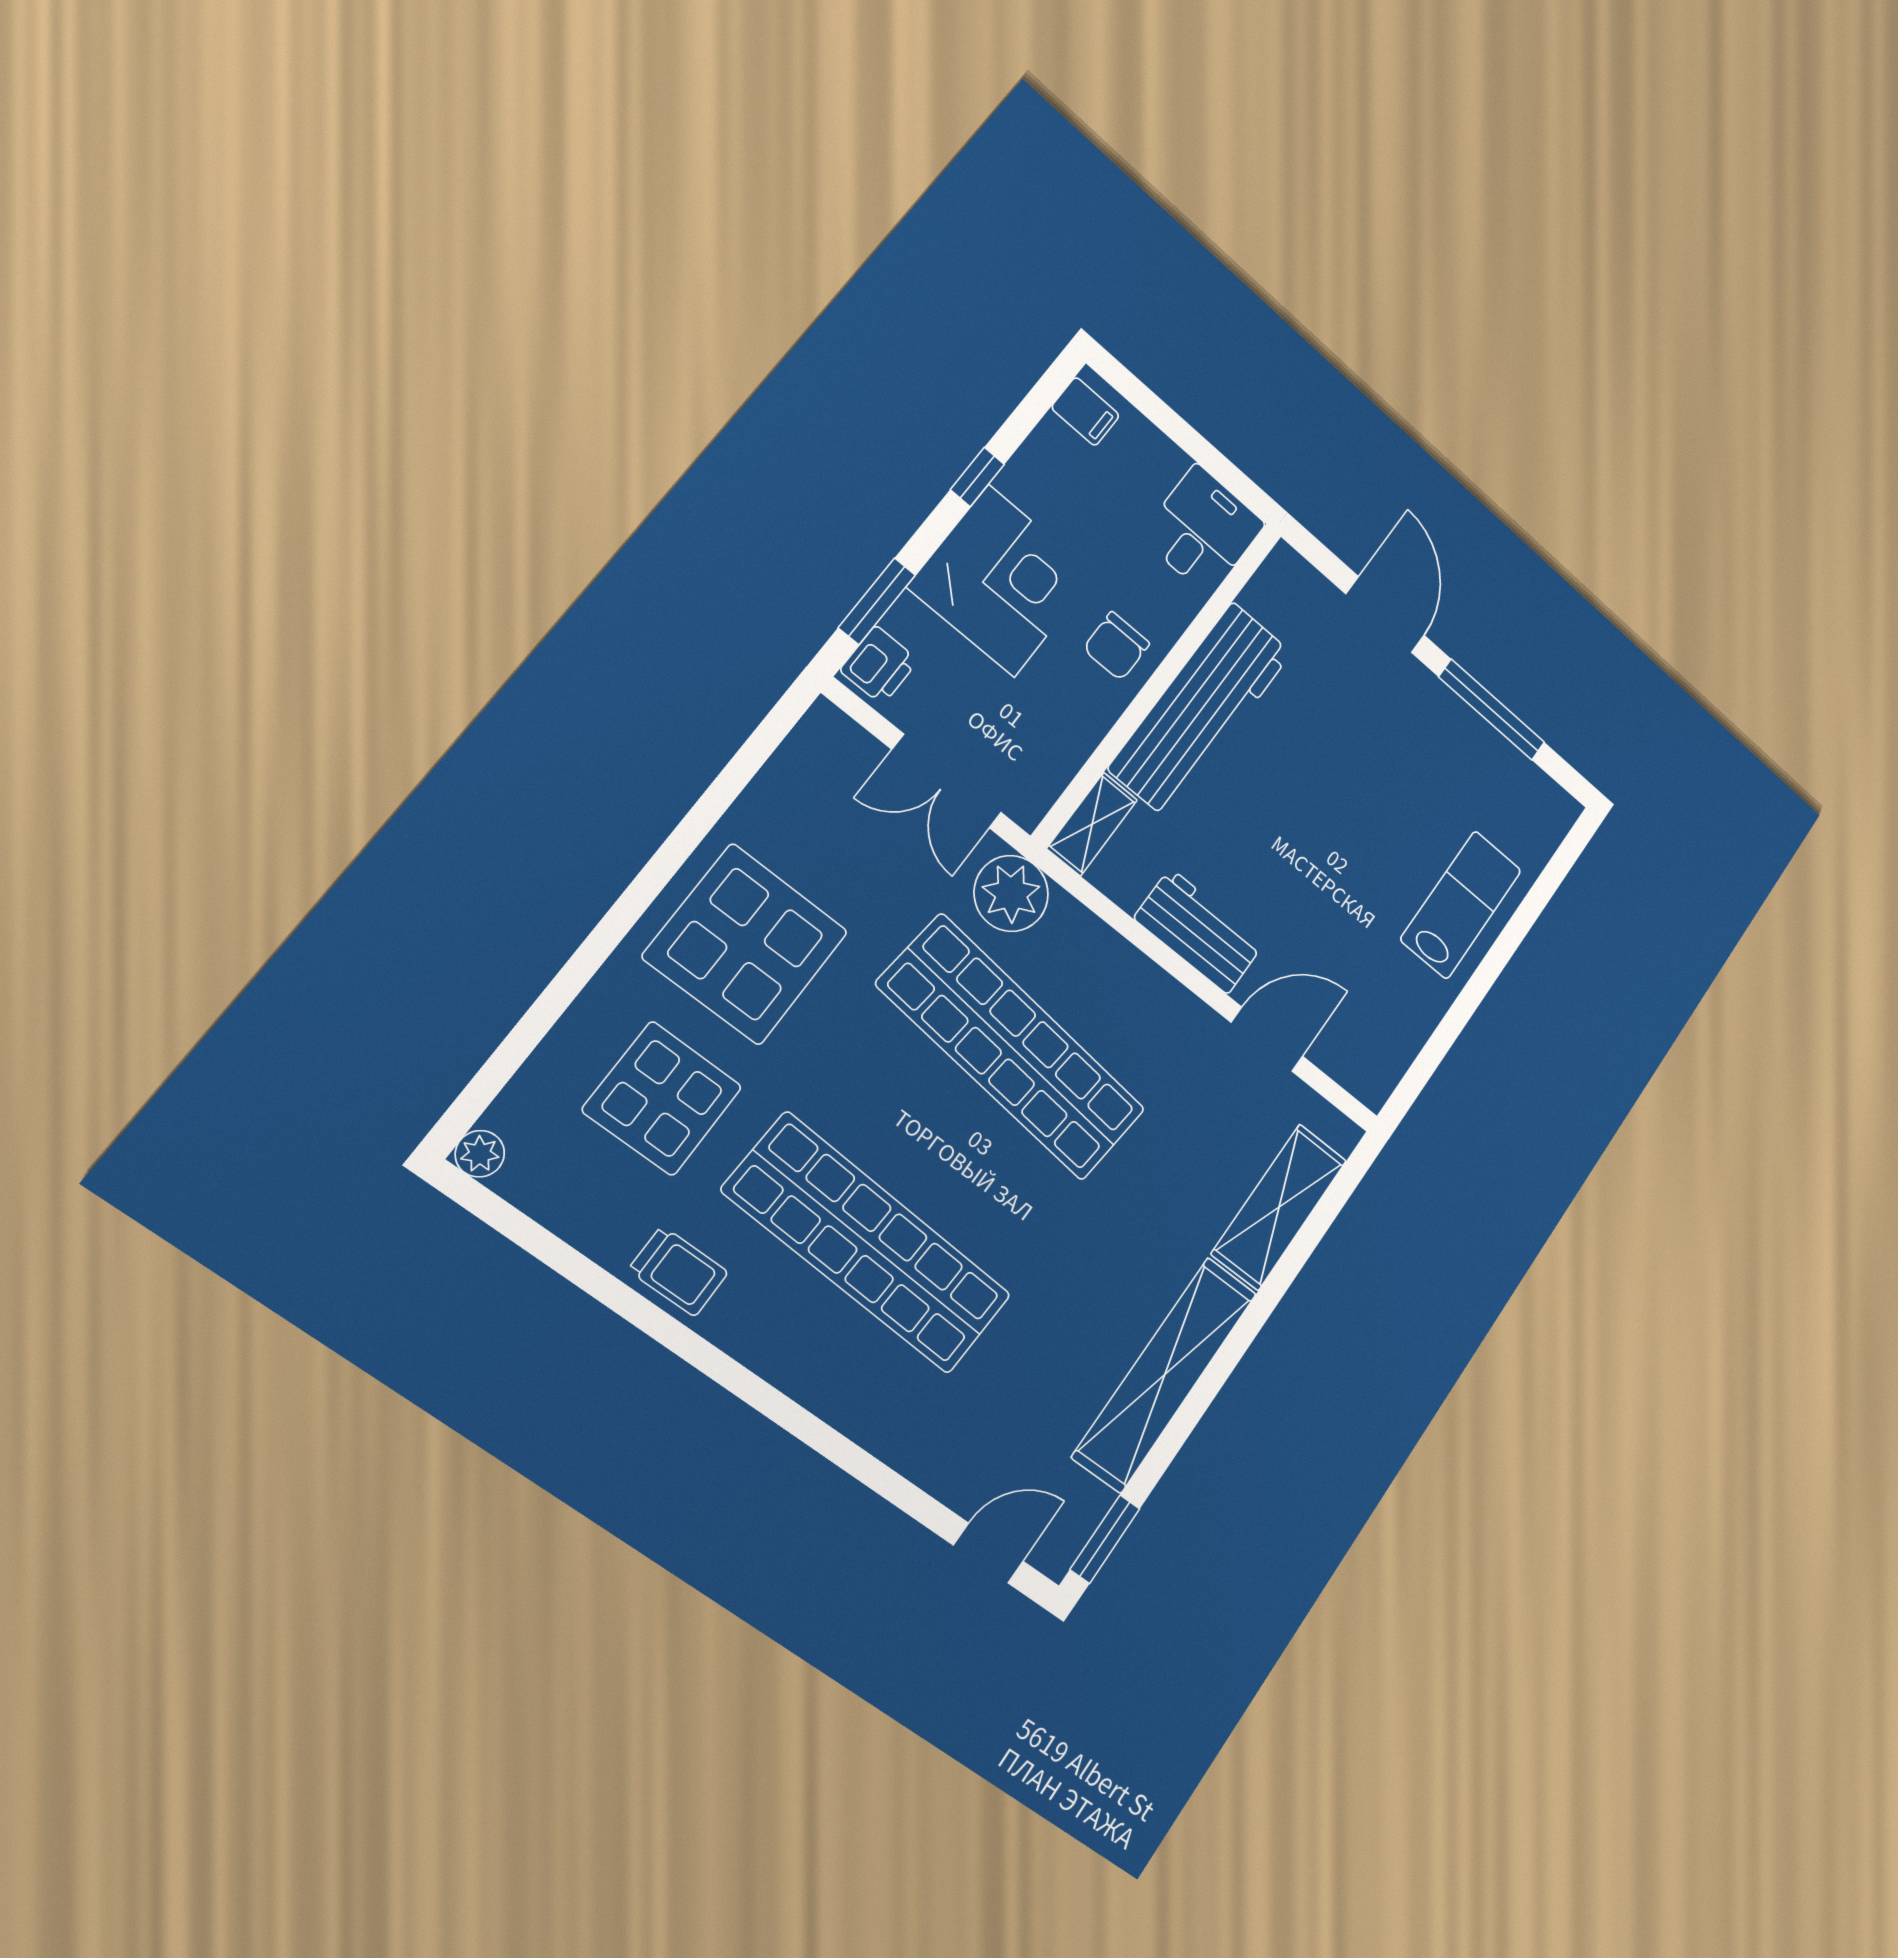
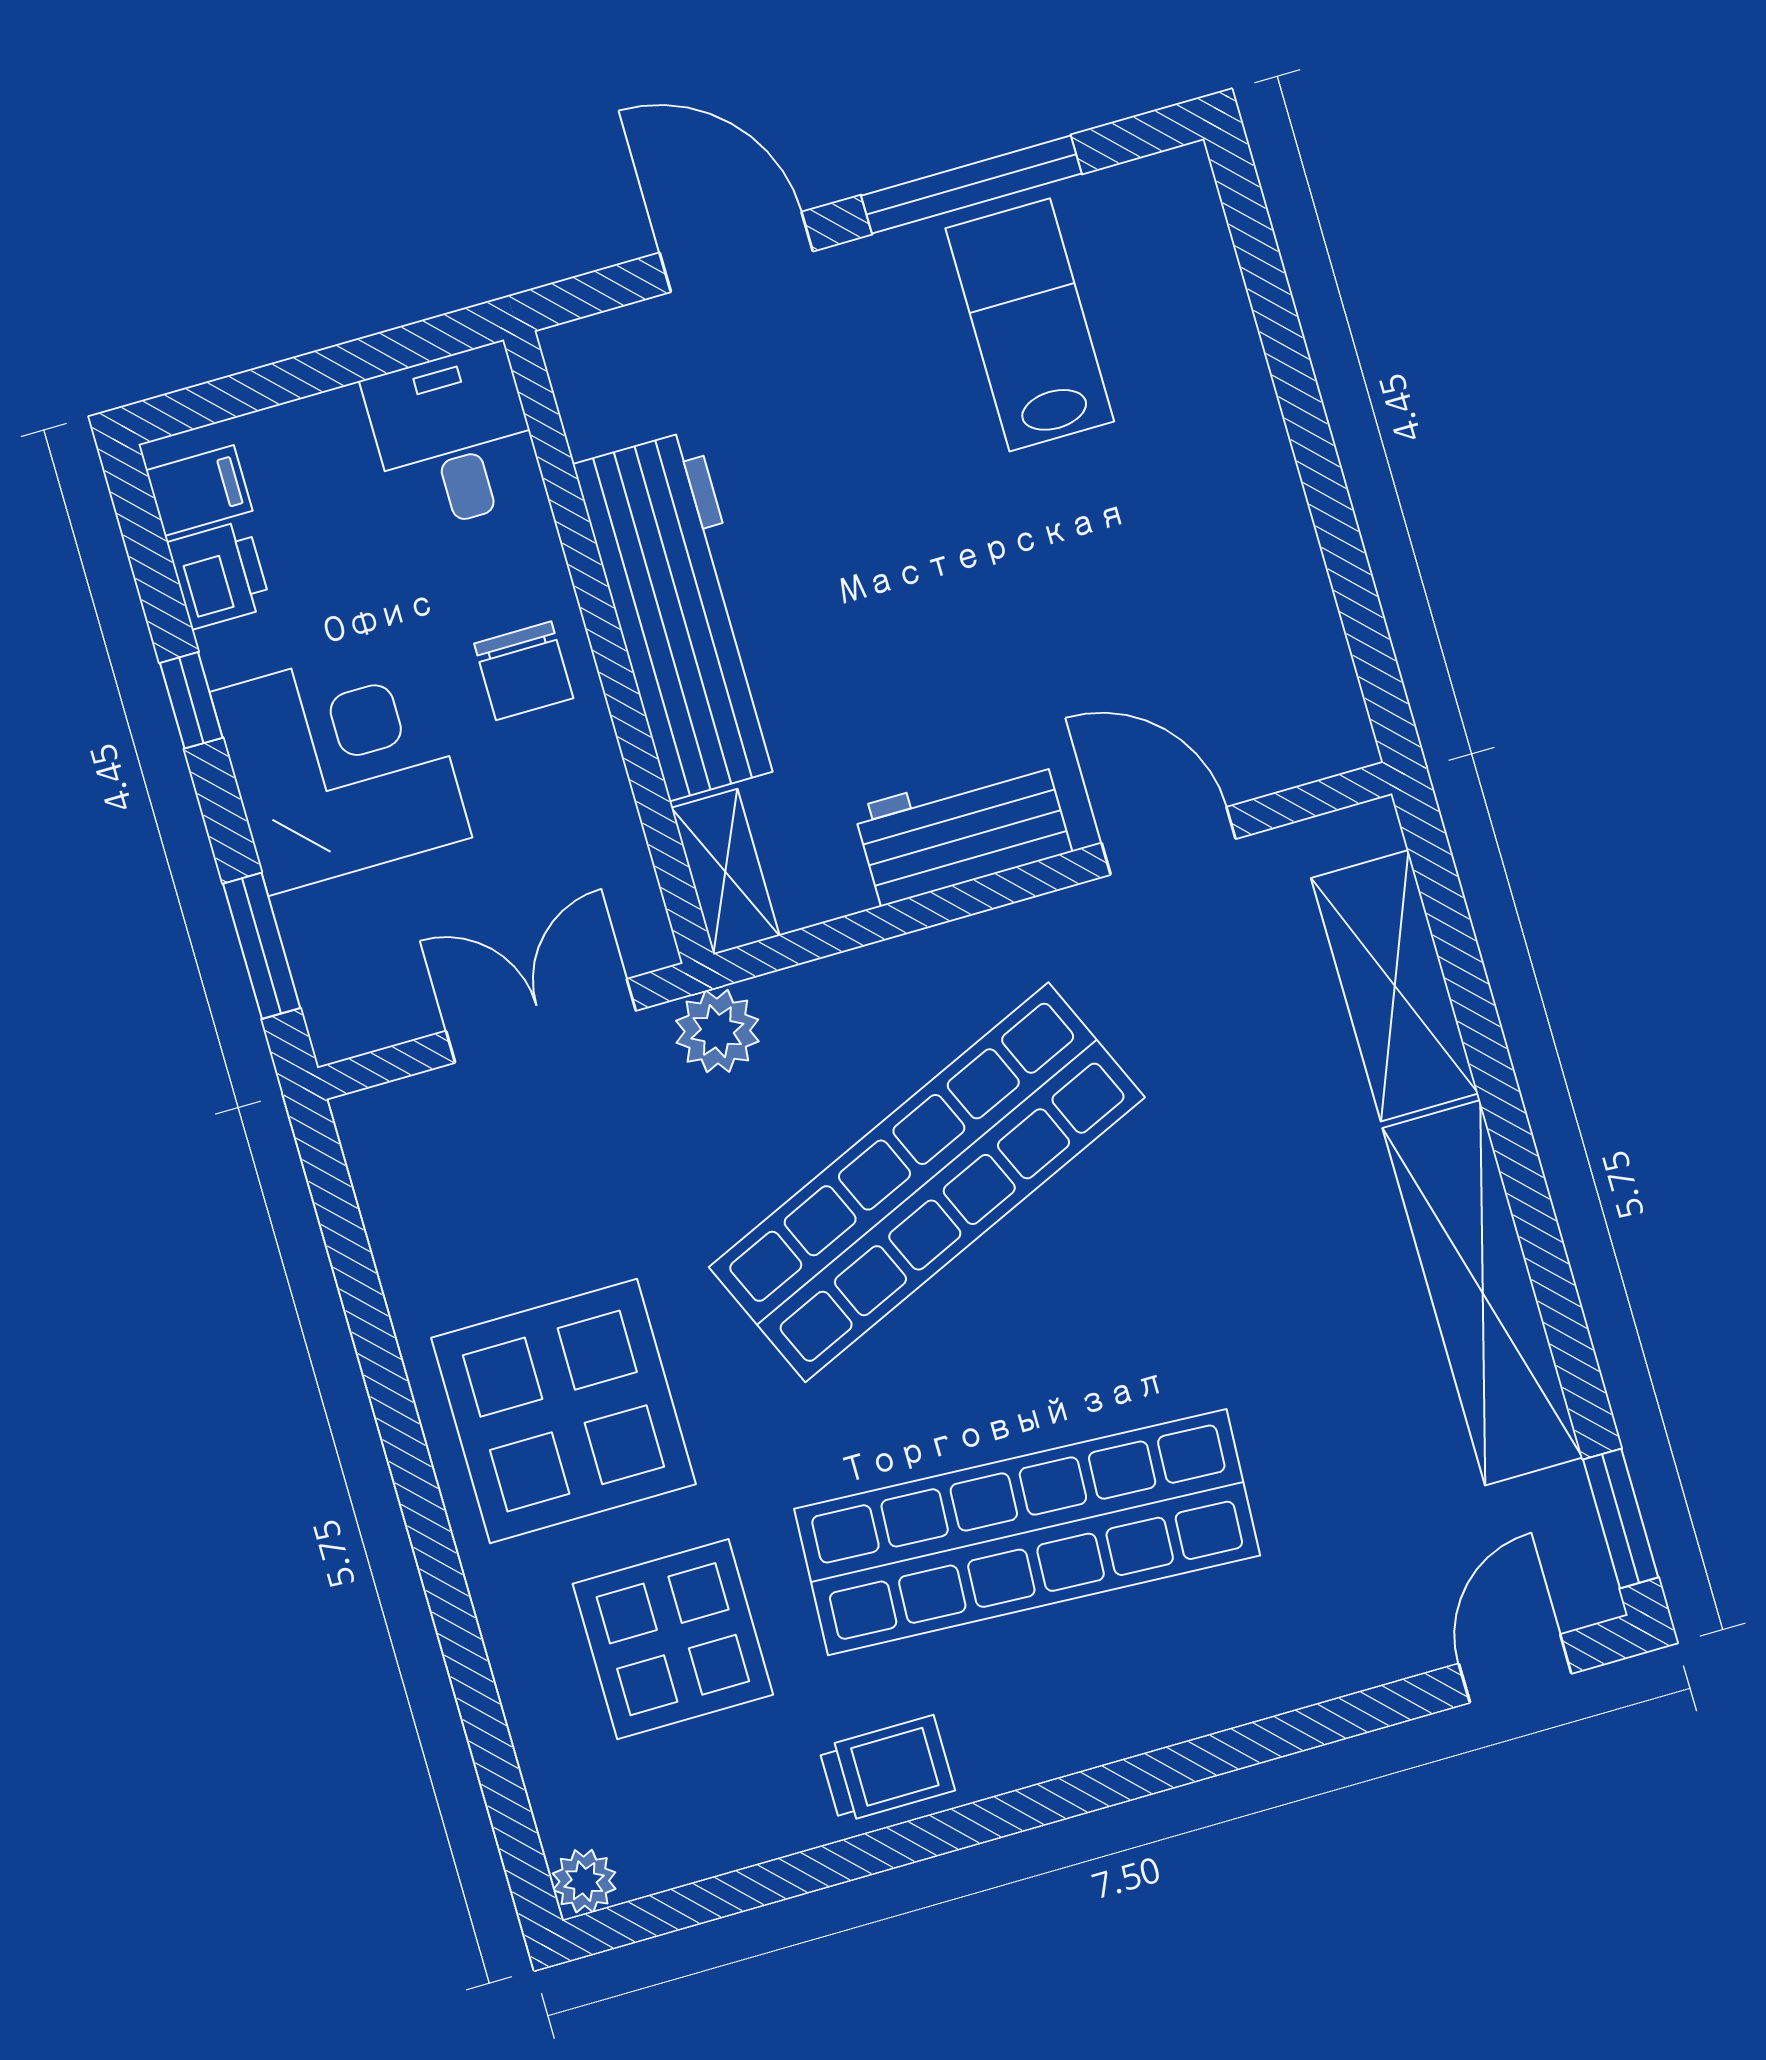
printer: (879, 665) -> (219, 575), moved
double door: (947, 781) -> (541, 1021), swing flipped
plant: (1011, 893) -> (717, 1031), width x0.73, depth x0.73
lab bench: (1461, 905) -> (1030, 325), moved
door: (1267, 1039) -> (1169, 841), hinge flipped
shop shelf: (1012, 1048) -> (927, 1182), turned -30

